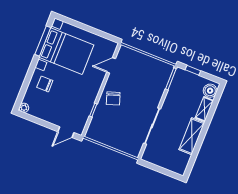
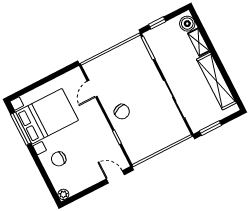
door: (66, 132) -> (115, 177), swing flipped
shelving: (192, 136) -> (216, 81), width x1.47
window: (154, 167) -> (210, 128), added

